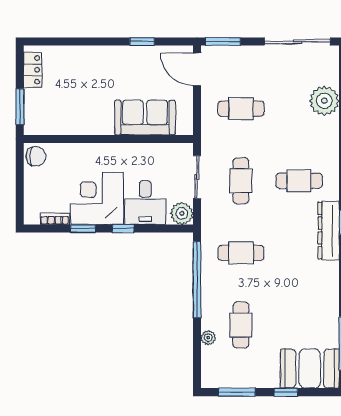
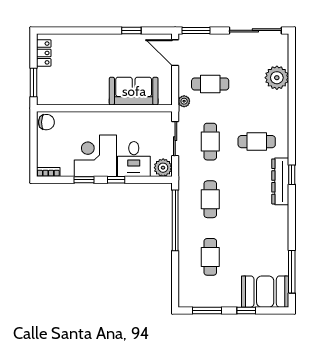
bookcase: (55, 219) -> (48, 172), moved
cafe table: (241, 253) -> (210, 199), turned 90
plant: (208, 338) -> (184, 101), moved

